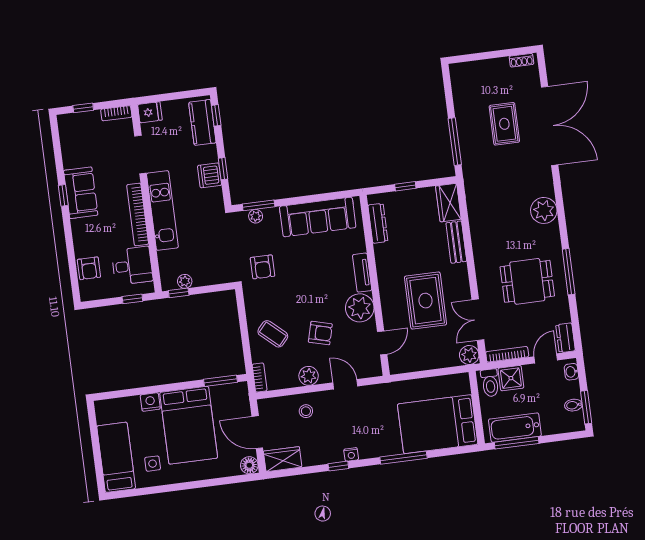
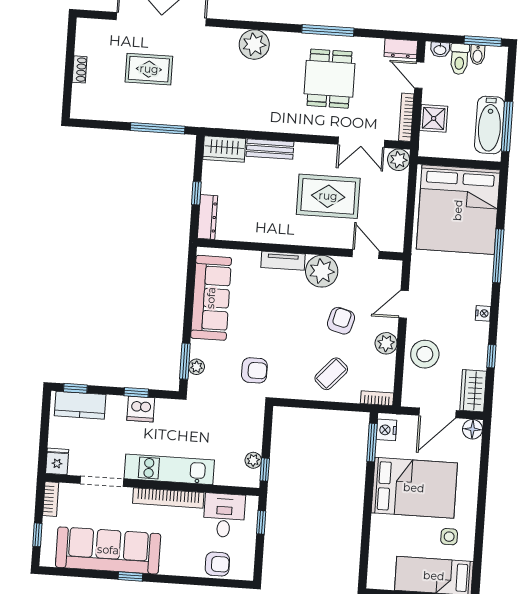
shoe rack: (521, 60) -> (80, 69), moved
sofa: (81, 193) -> (108, 550), width x1.85, depth x1.27
dresser: (378, 223) -> (208, 217), moved, turned 90
toilet: (490, 383) -> (459, 59), moved, turned 90
nightstand: (150, 402) -> (386, 430), moved
stool: (306, 411) -> (425, 354), width x1.89, depth x1.89
bed: (438, 424) -> (458, 210), width x1.36
window: (338, 466) -> (491, 356), moved

